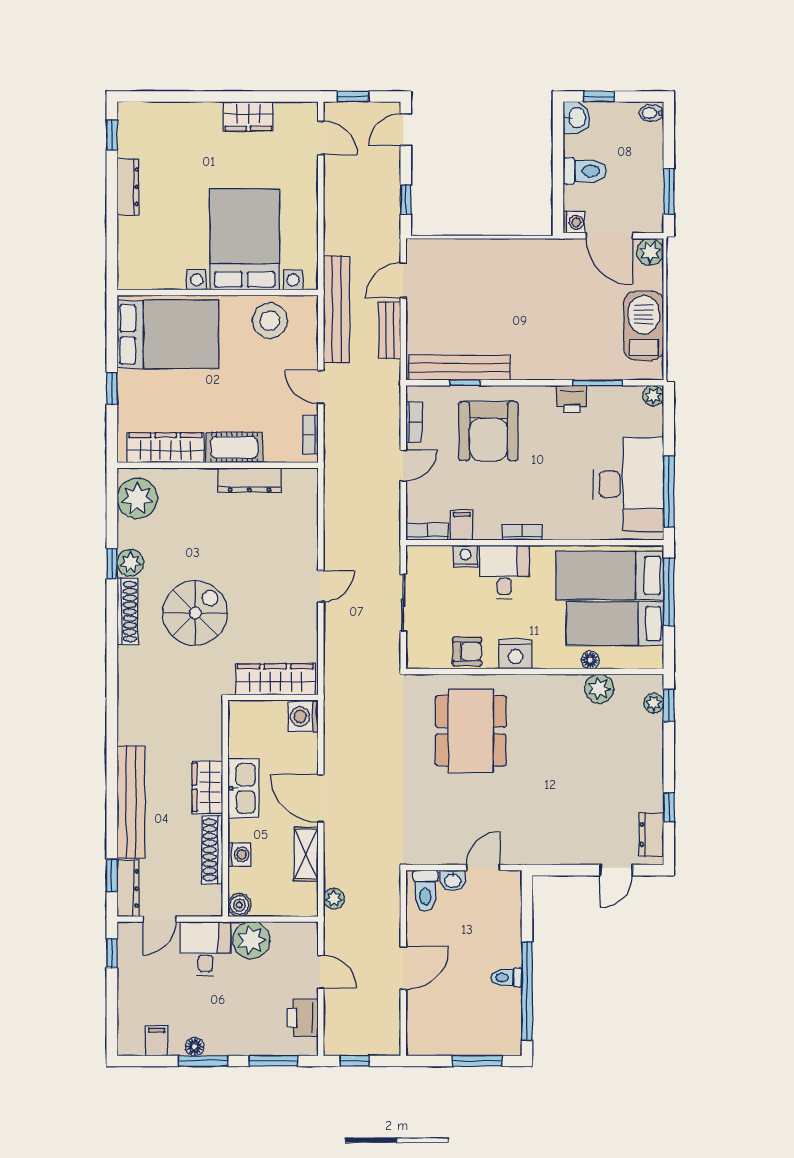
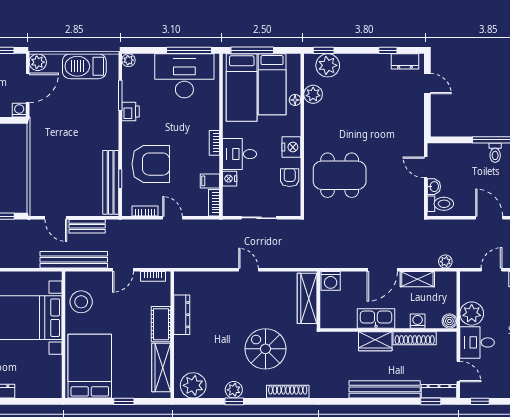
shoe rack: (127, 612) -> (288, 392), moved
plant: (654, 703) -> (328, 65), width x1.87, depth x1.87

